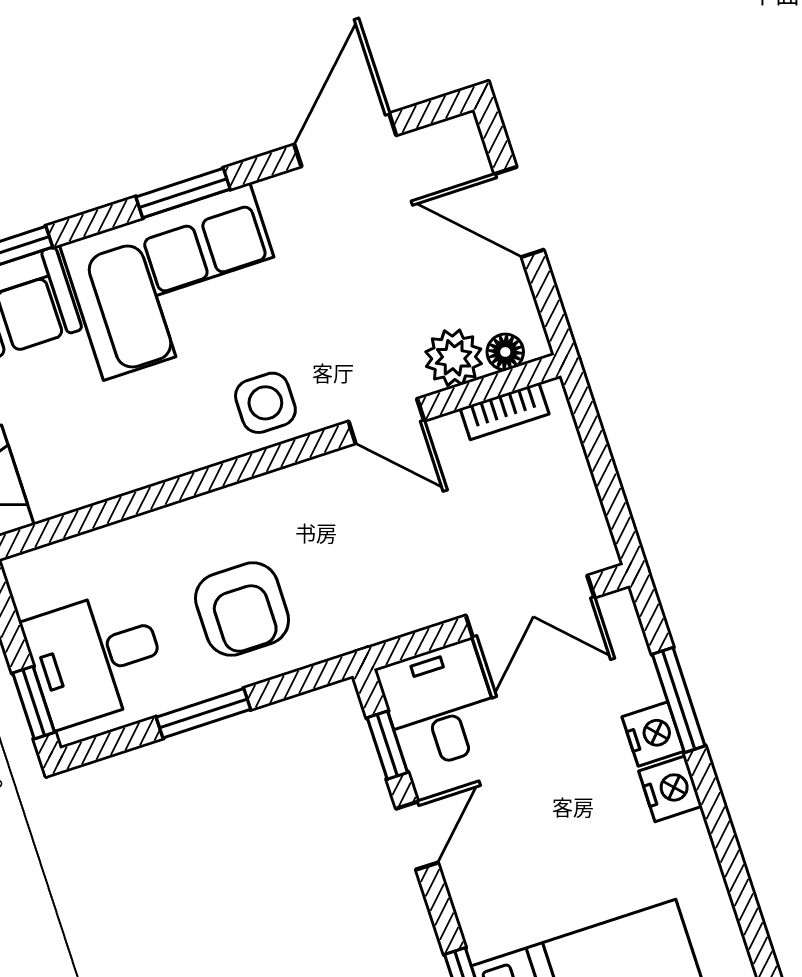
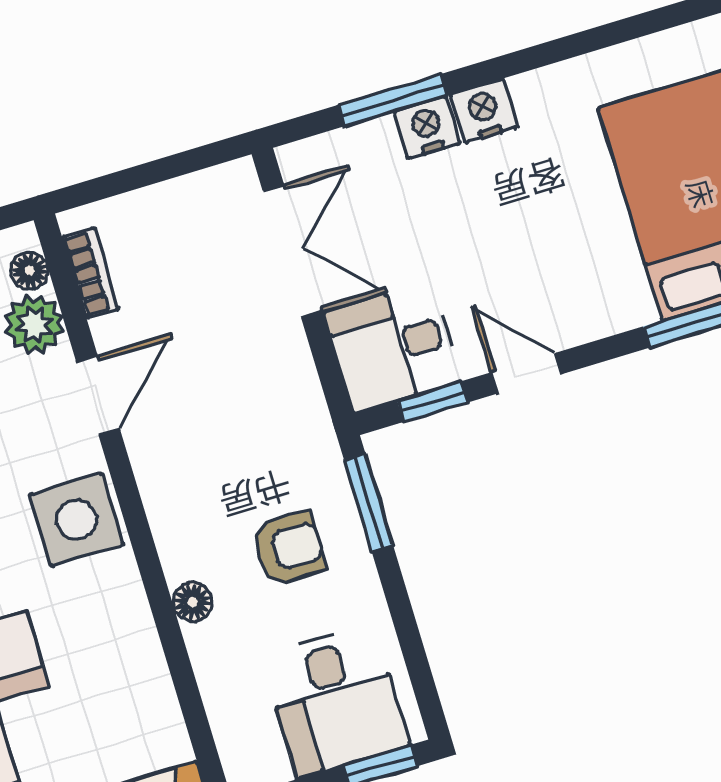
side table: (265, 403) -> (76, 520), width x1.37, depth x1.37
floor lamp: (188, 517) -> (193, 602), added
armchair: (242, 609) -> (288, 548), width x0.72, depth x0.72
window: (203, 713) -> (368, 502), moved

